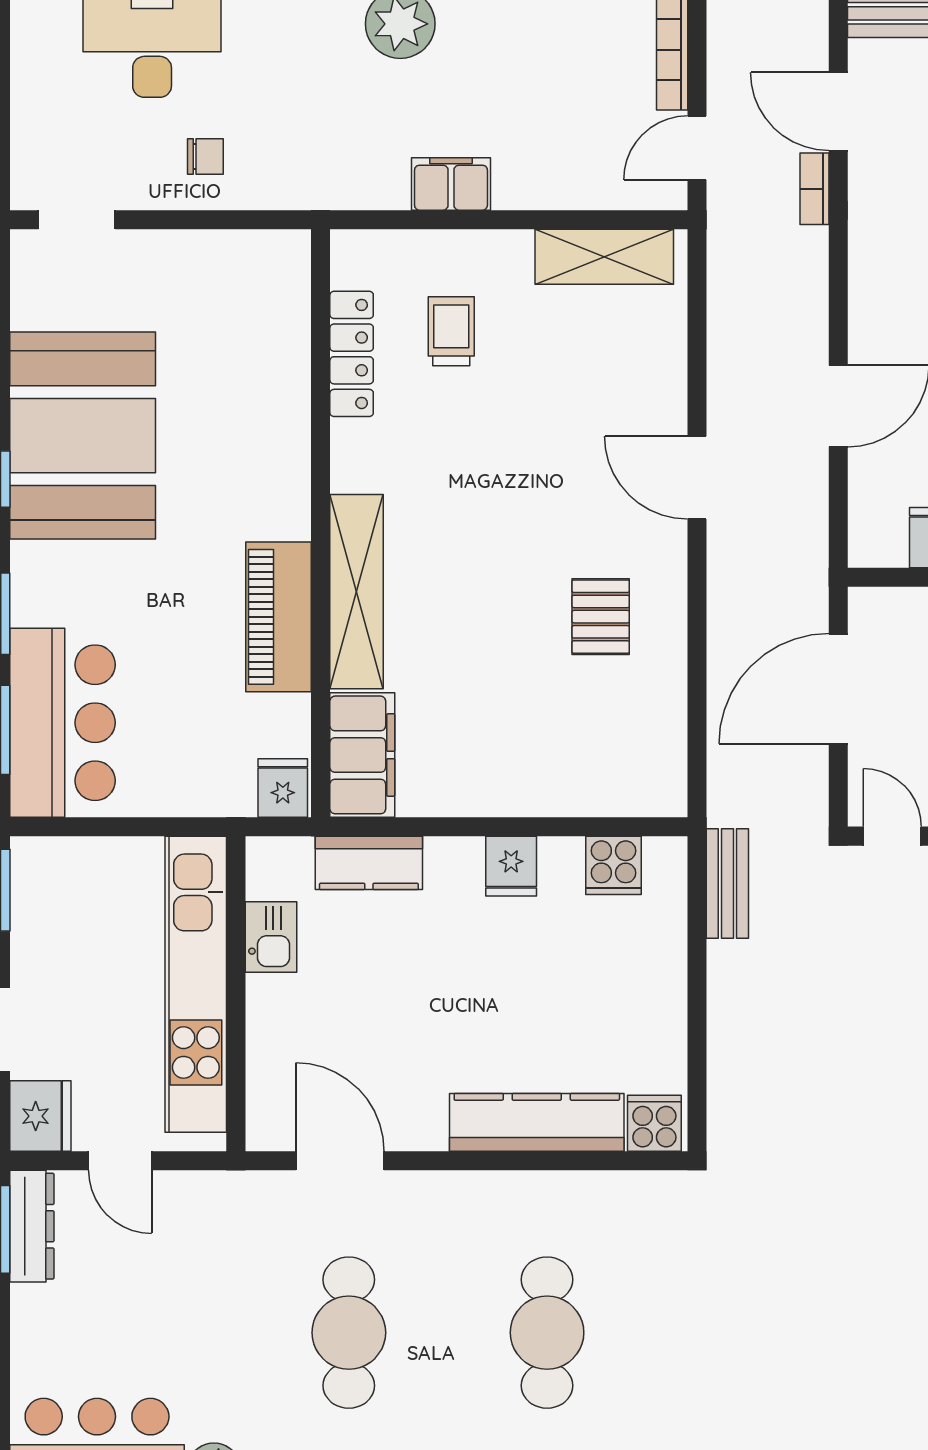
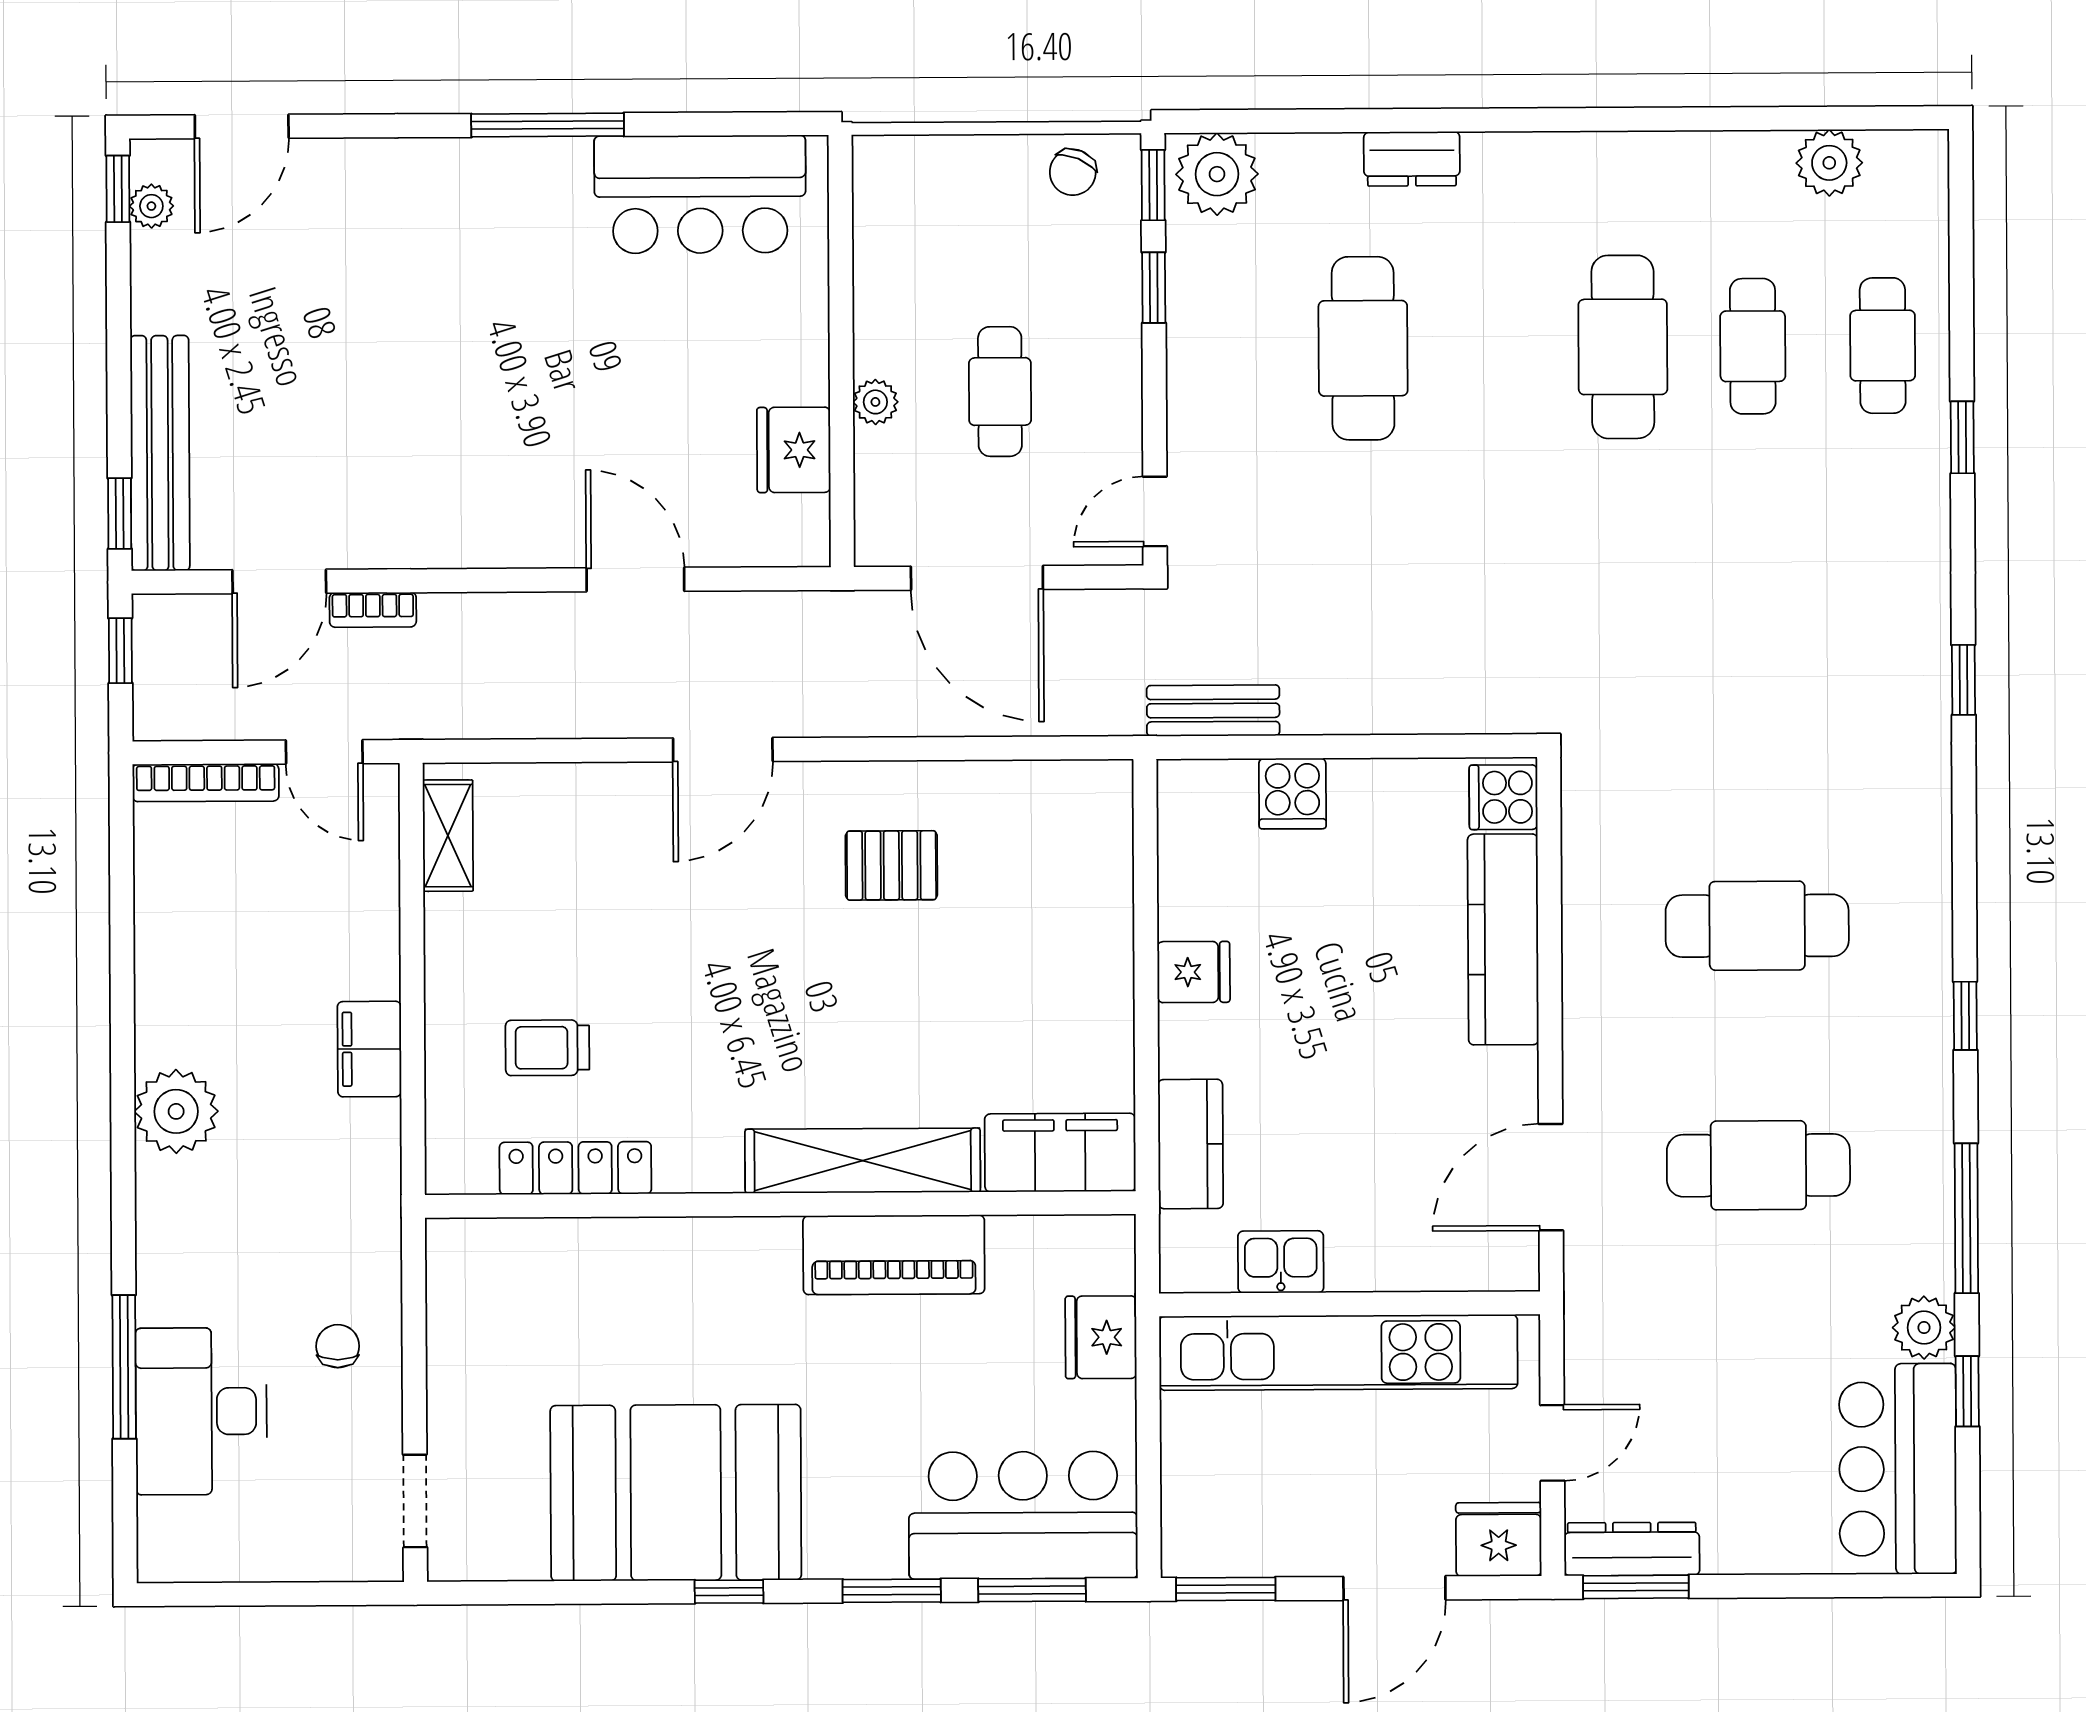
shelving: (604, 257) -> (448, 836), width x0.67, depth x0.75
fridge: (283, 788) -> (1101, 1337), moved, width x1.38
cooker: (613, 865) -> (1292, 793), moved, turned 90

